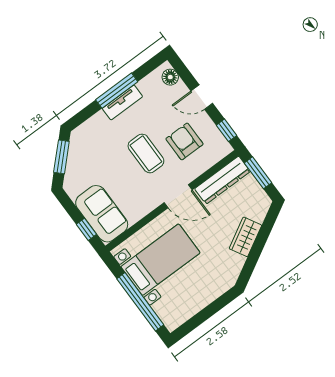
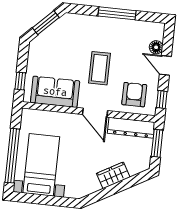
floor lamp: (170, 77) -> (156, 47), moved
tv unit: (122, 103) -> (114, 24), removed
armchair: (184, 141) -> (134, 95), moved
sofa: (102, 214) -> (55, 92), moved, turned -90
bed with nightstands: (161, 260) -> (41, 165), moved, turned -90

